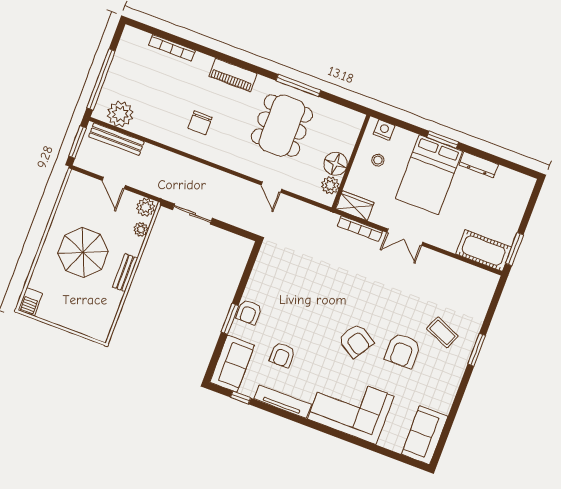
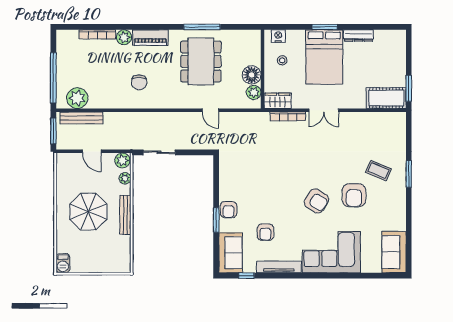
plant: (202, 63) -> (124, 37), added
bench: (125, 273) -> (125, 215), width x1.36

